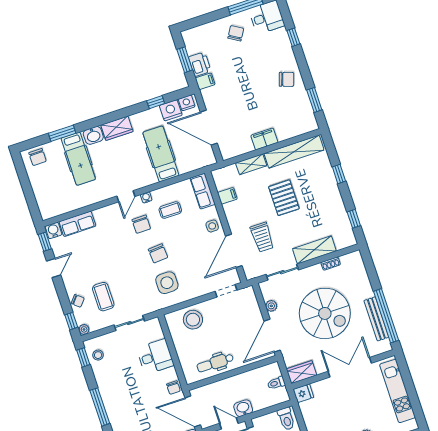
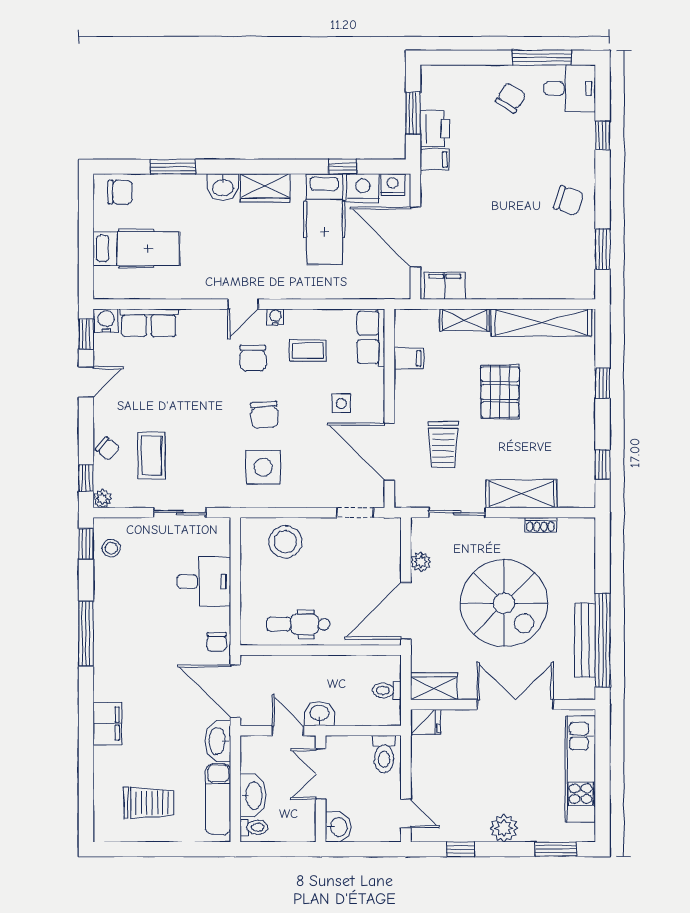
filing cabinet: (264, 139) -> (445, 286), moved
hospital bed: (161, 154) -> (324, 219), moved, turned 180
chair: (38, 157) -> (120, 192), turned -90
hospital bed: (78, 159) -> (136, 248), moved, turned -90
side table: (212, 226) -> (341, 403), moved
door: (234, 251) -> (389, 452), hinge flipped

